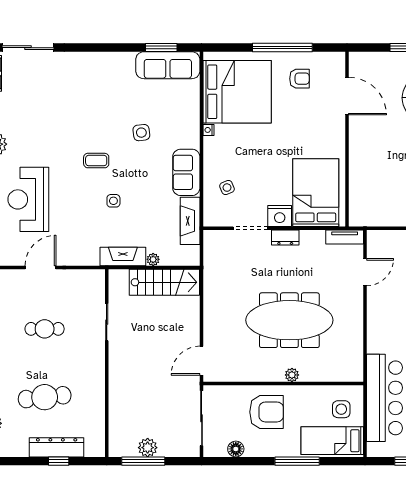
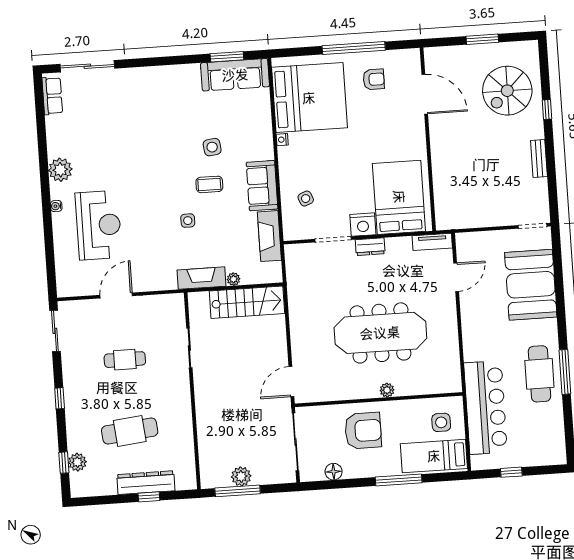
coffee table: (96, 161) -> (209, 184), moved
reception desk: (28, 199) -> (99, 225), turned 180

